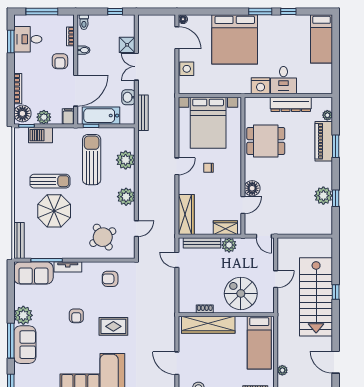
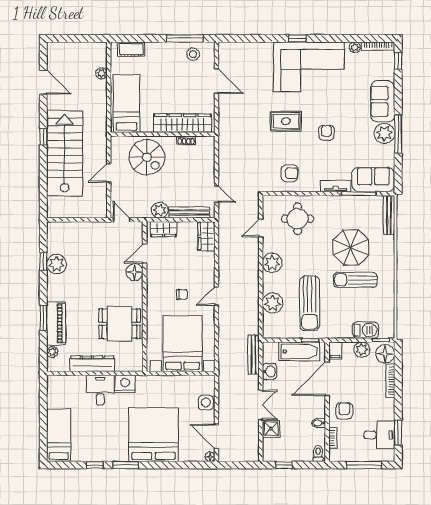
wardrobe: (186, 214) -> (206, 236), width x0.67
round table: (103, 237) -> (298, 219), turned 32
window: (336, 292) -> (43, 137), moved
window: (11, 341) -> (398, 134), moved

